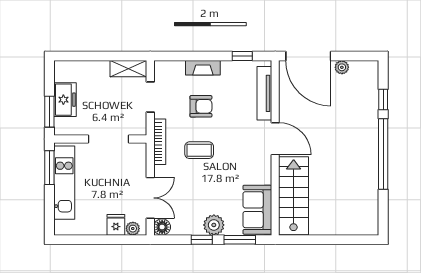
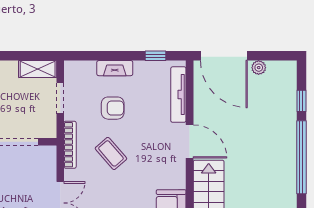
coffee table: (199, 150) -> (111, 153), turned 49

